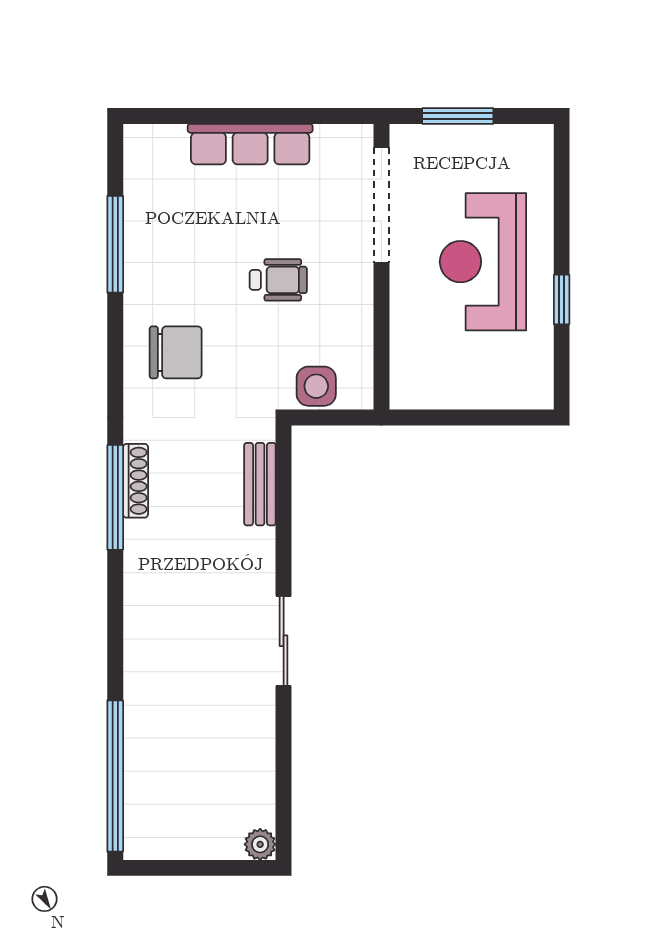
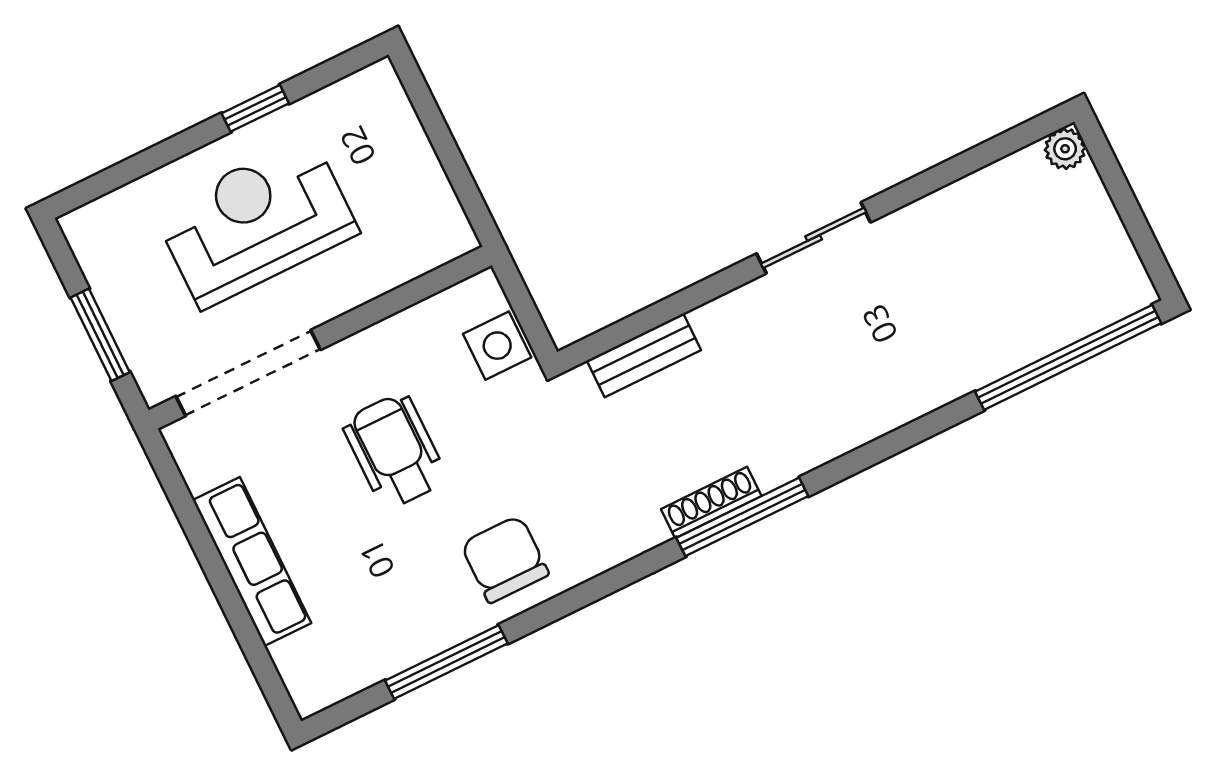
reception desk: (483, 262) -> (256, 222), turned 180
wheelchair: (278, 280) -> (395, 451), width x1.36, depth x1.37
chair: (176, 352) -> (505, 559), moved

